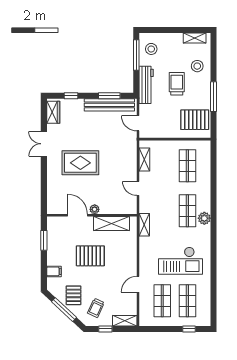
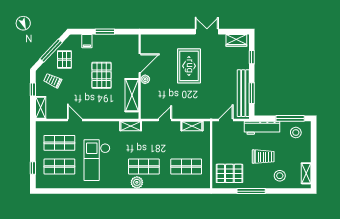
pallet: (195, 120) -> (229, 173), turned 90
window: (44, 240) -> (105, 32), moved
pallet: (73, 295) -> (64, 59), turned 90

